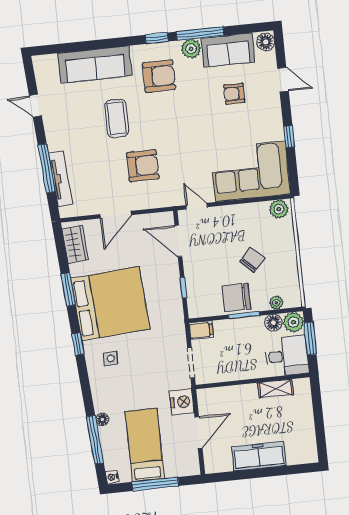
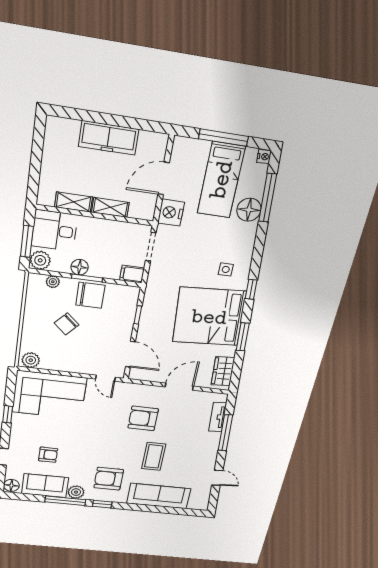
tv unit: (61, 179) -> (218, 417), width x0.71
floor lamp: (273, 323) -> (80, 267), moved
shelving: (240, 392) -> (110, 207), added
floor lamp: (102, 419) -> (249, 210), width x1.89, depth x1.89

